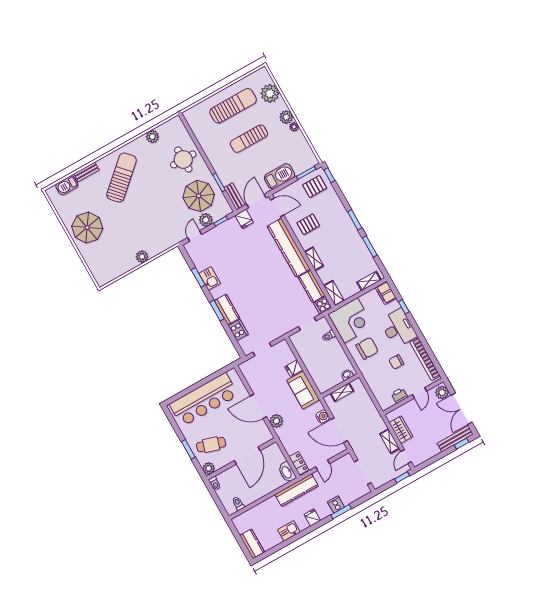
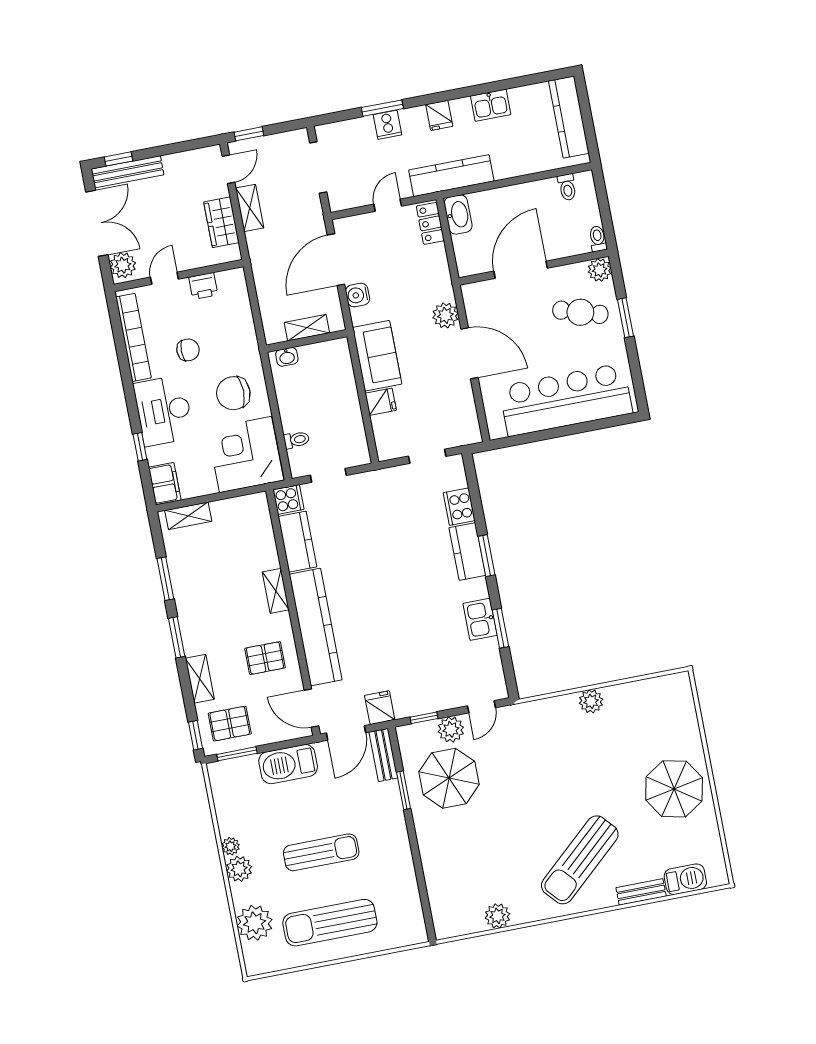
round table: (183, 159) -> (455, 855), removed
shelving: (334, 293) -> (200, 679), moved
door: (339, 430) -> (336, 260), swing flipped
kitchen counter: (252, 544) -> (569, 117), width x1.50

